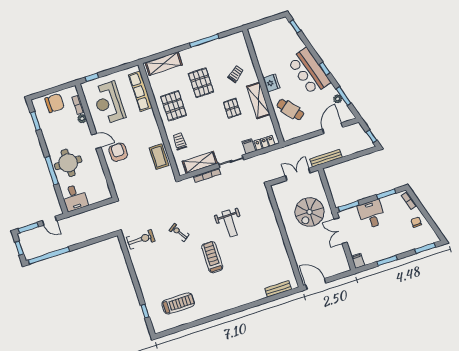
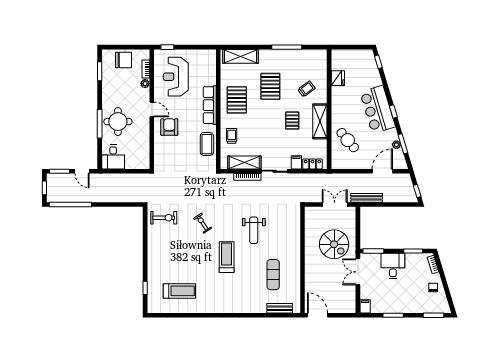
fridge: (271, 83) -> (338, 78), moved
row of seats: (140, 91) -> (210, 105), moved
spiral stairs: (310, 212) -> (334, 244), turned -90
exercise mat: (261, 259) -> (273, 275), added

